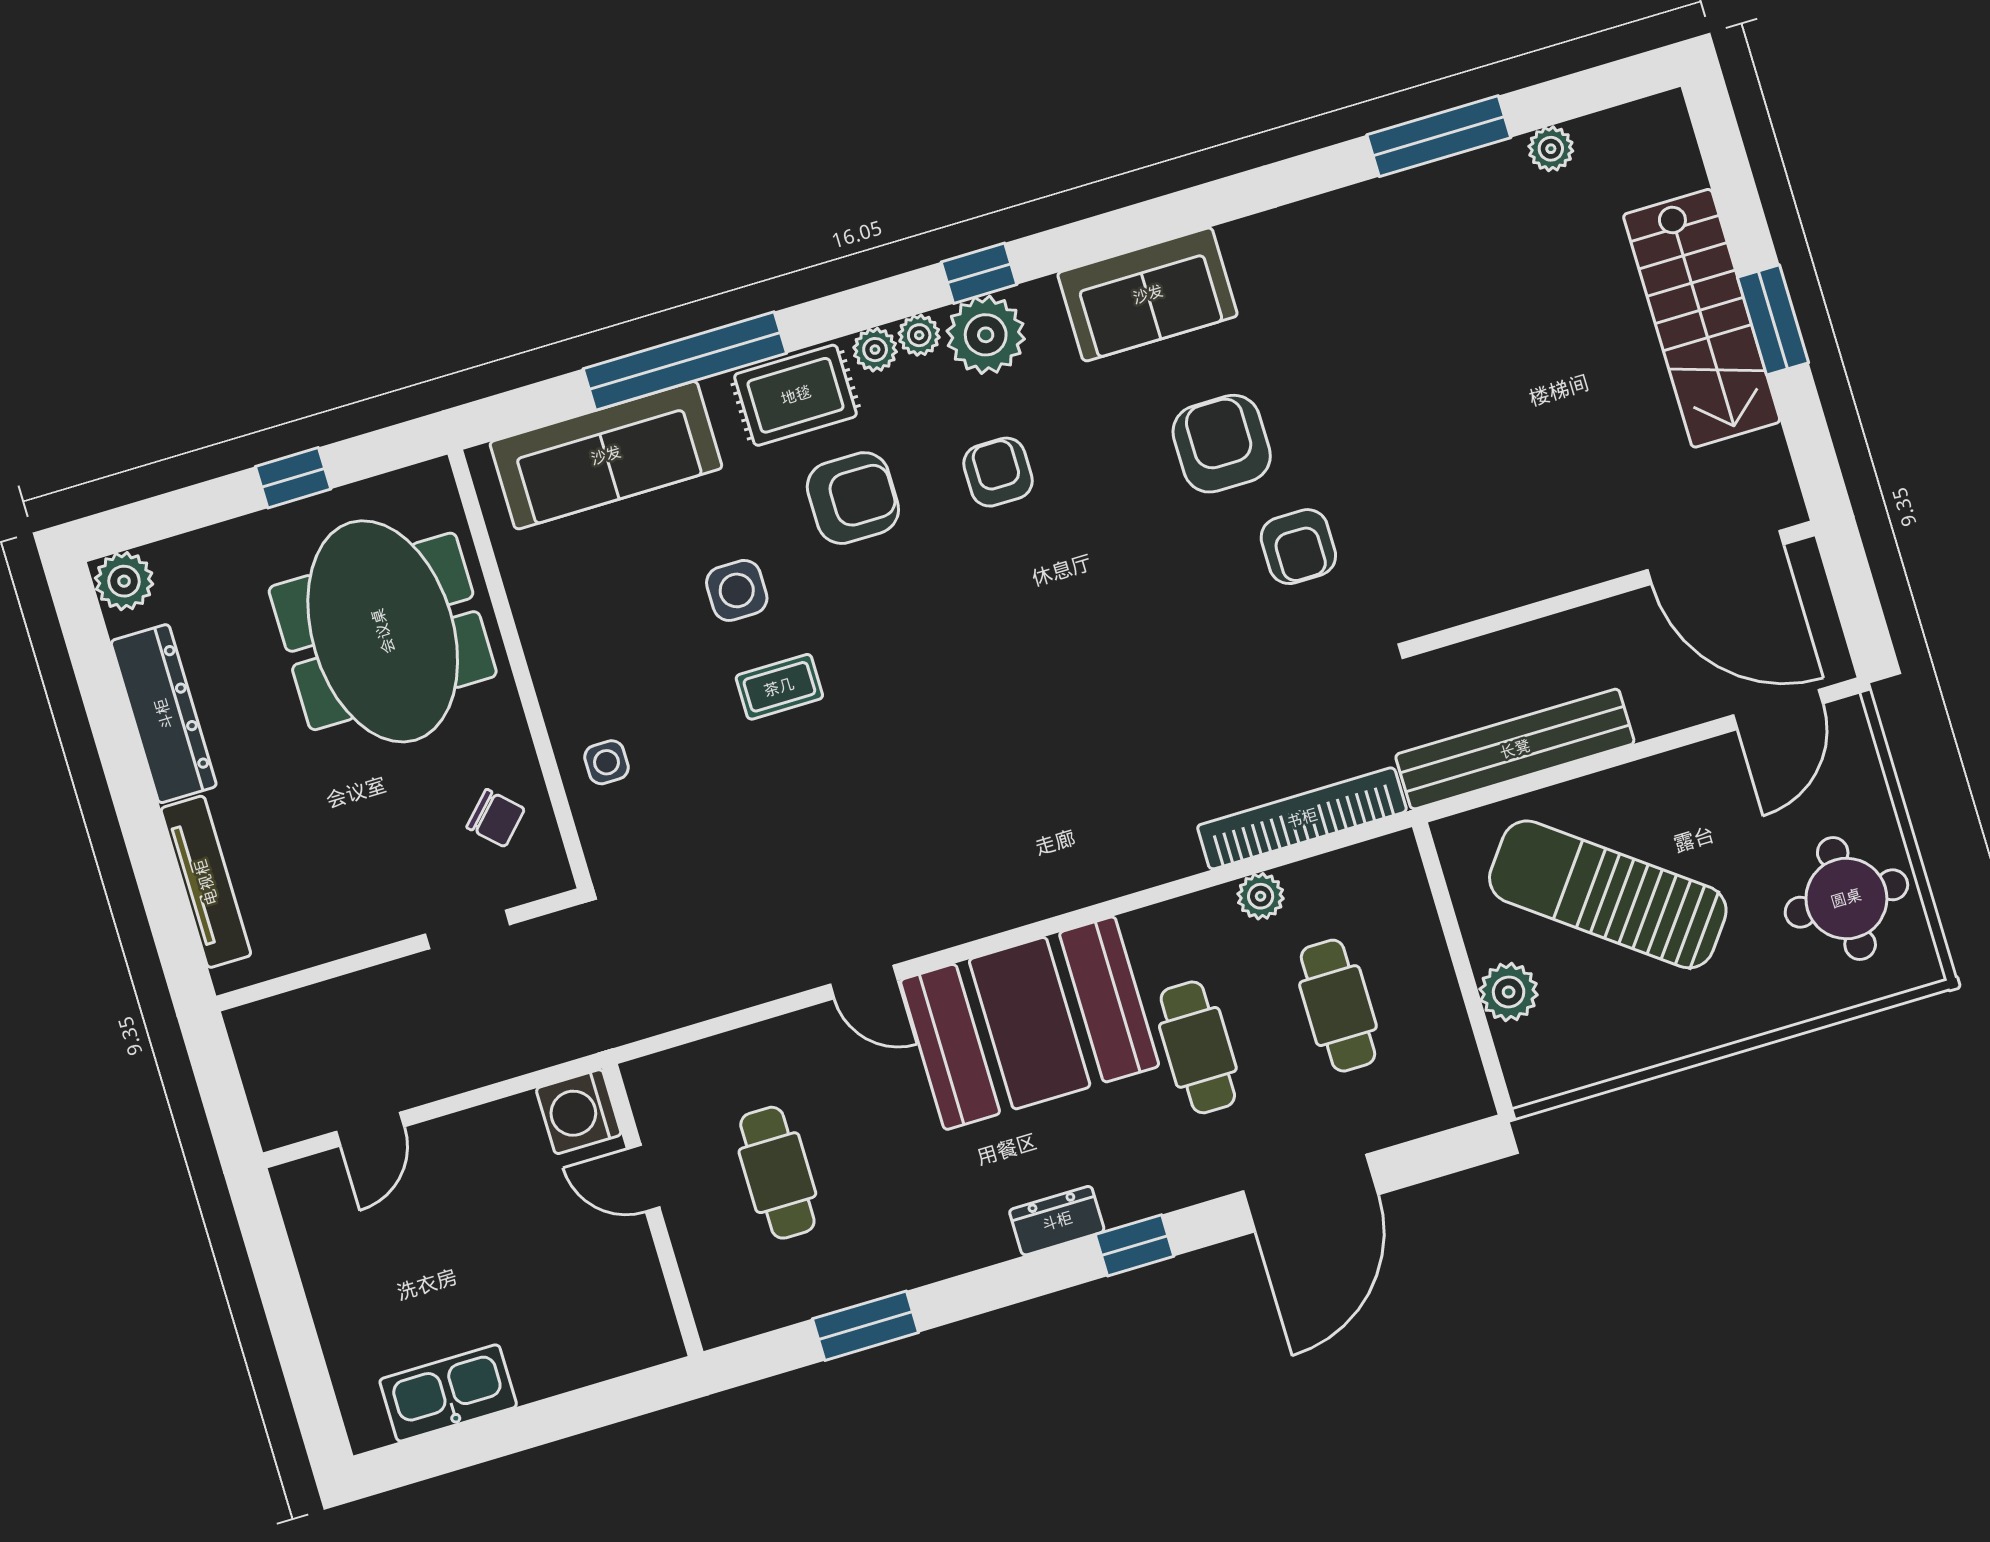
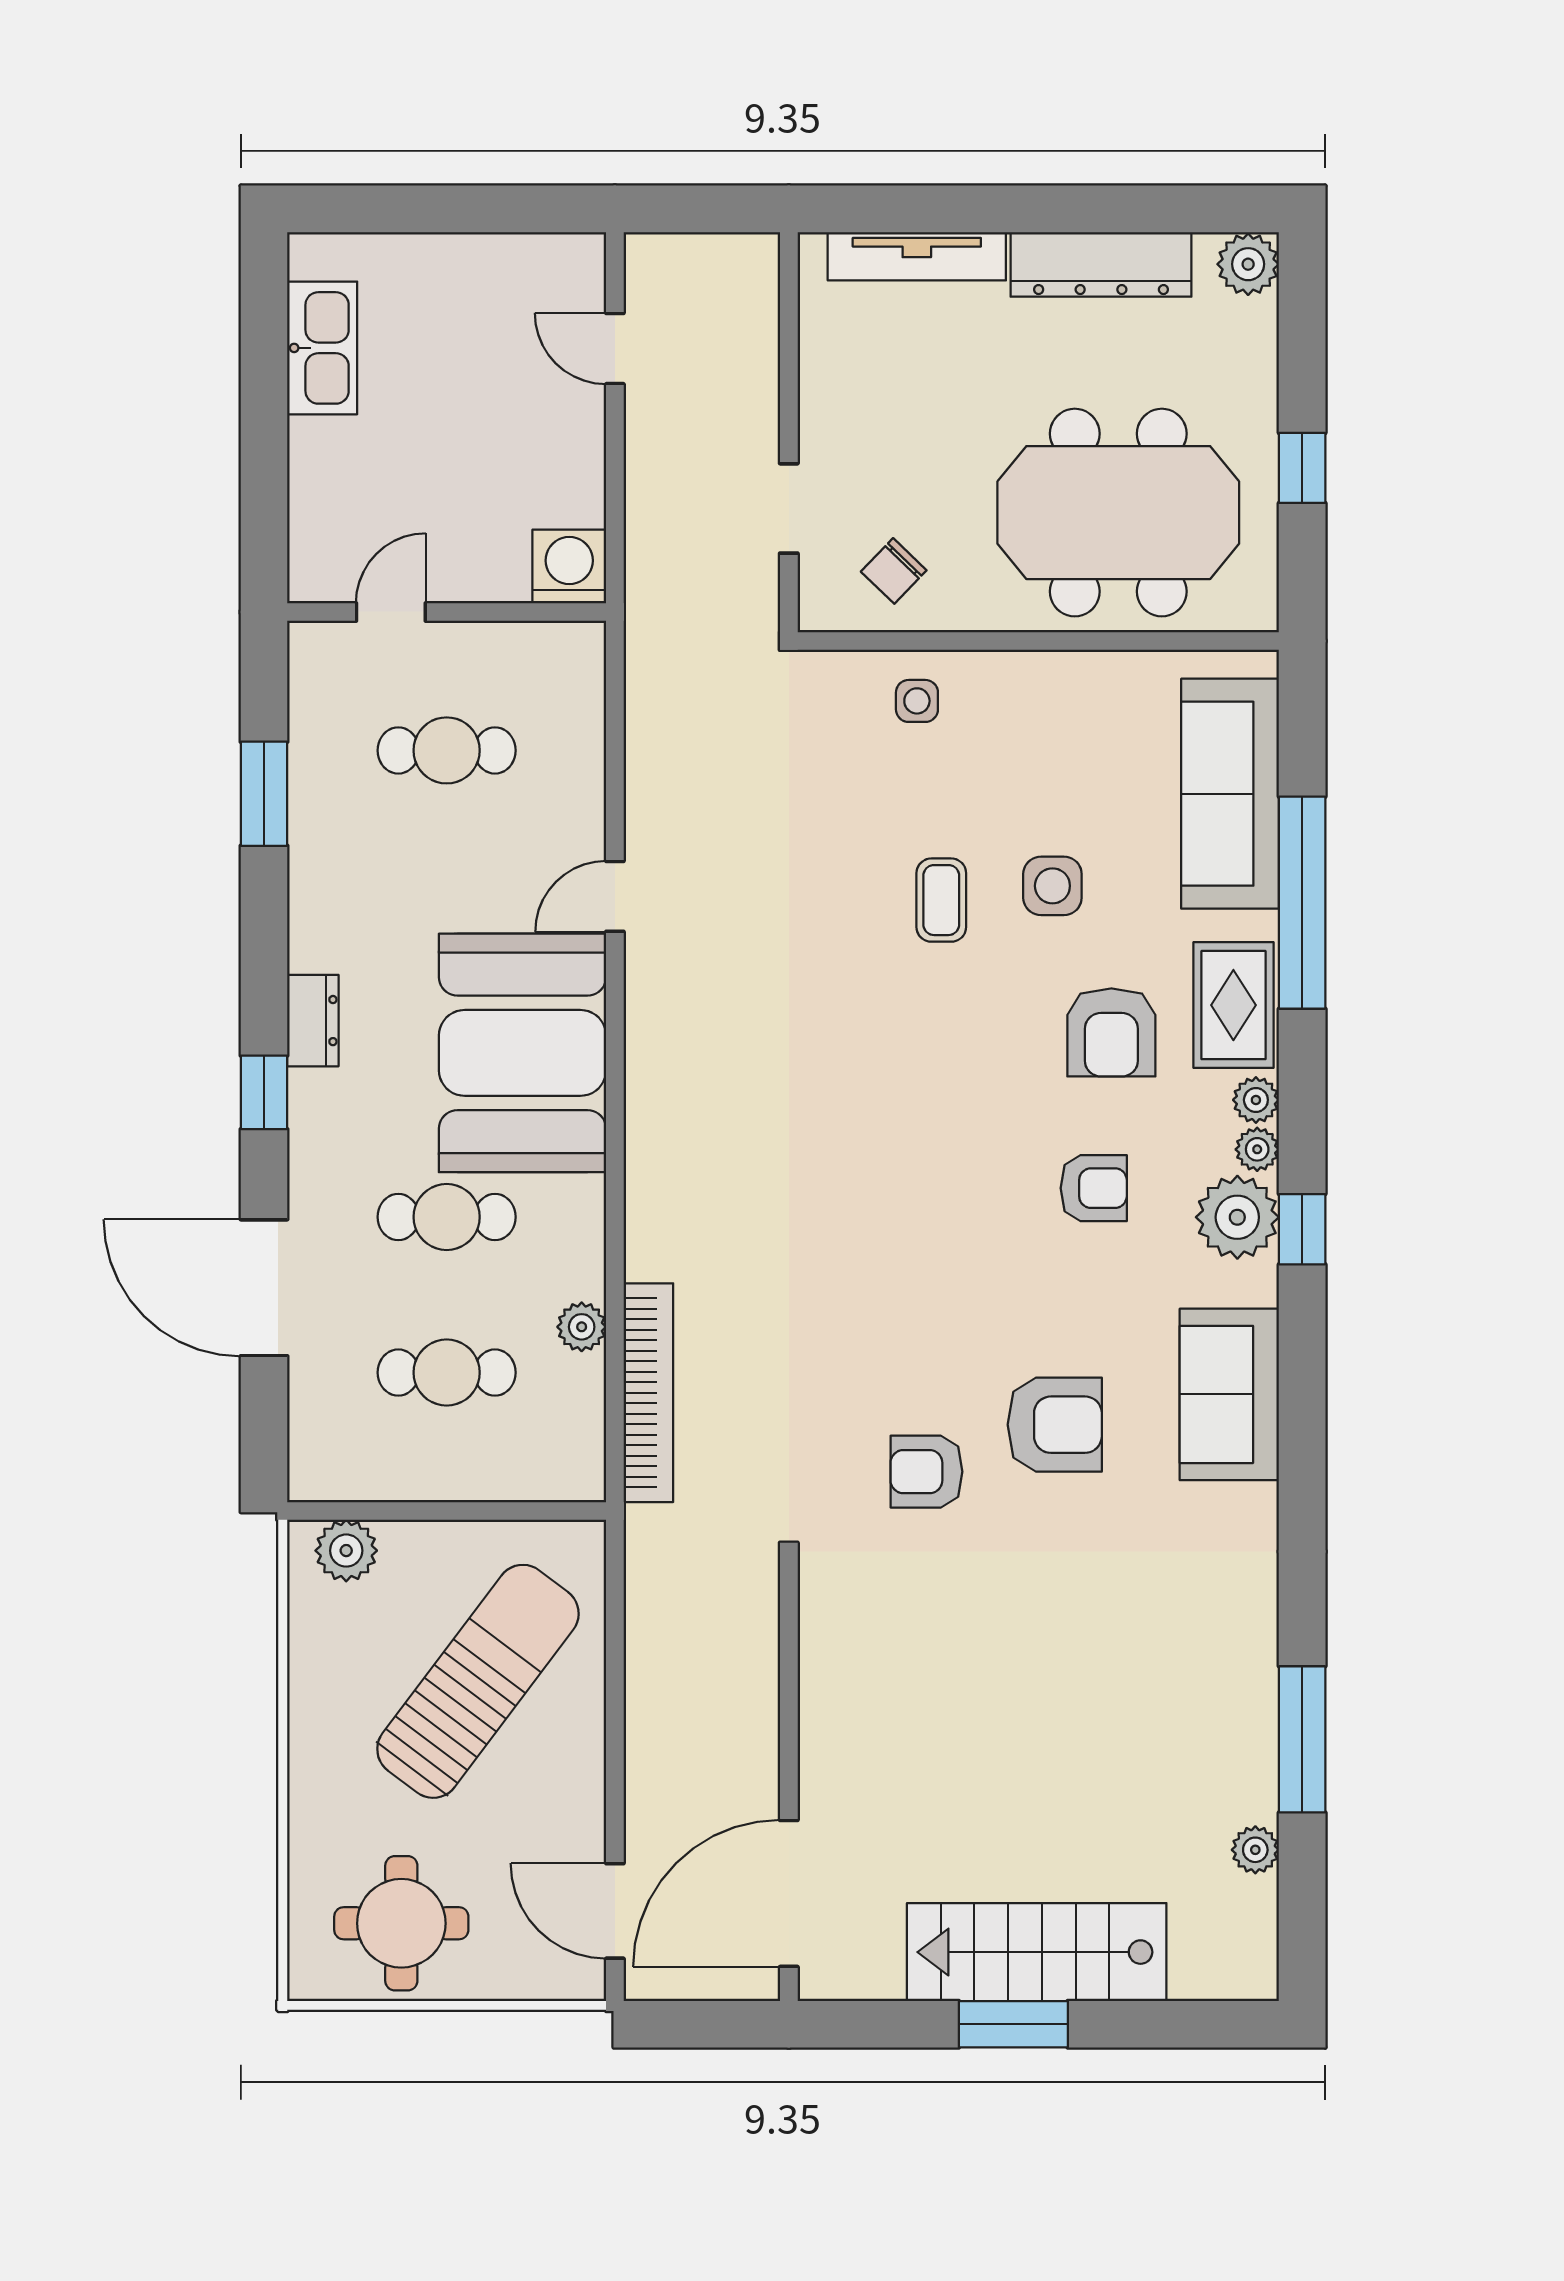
bench: (1515, 749) -> (654, 1631), removed
plant: (1509, 992) -> (346, 1551), moved
door: (643, 1178) -> (391, 612), moved

